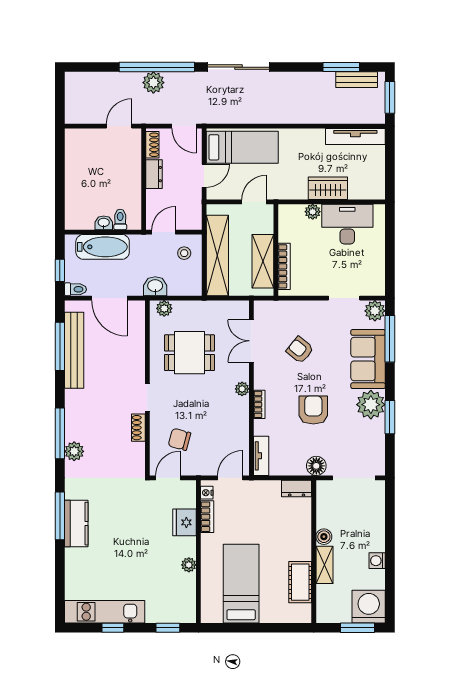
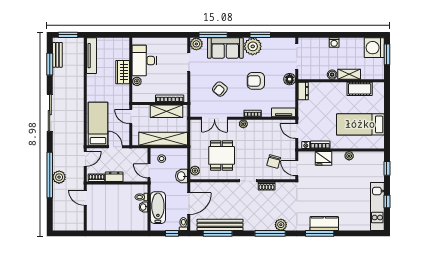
sliding door: (239, 67) -> (50, 113), moved
washing machine: (377, 561) -> (334, 43), moved

